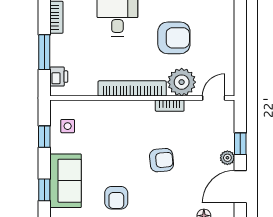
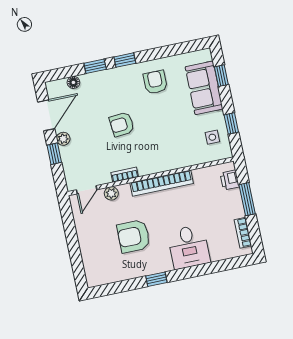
plant: (182, 82) -> (111, 193), width x0.53, depth x0.53

